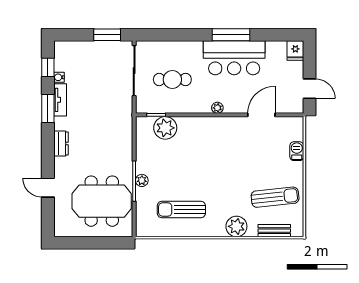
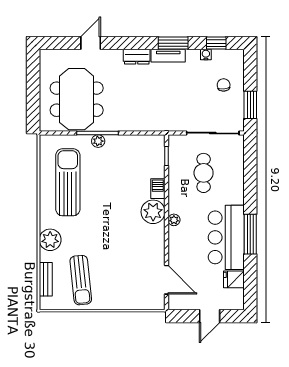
fridge: (295, 50) -> (234, 279), moved
chair: (88, 60) -> (224, 85), added
door: (310, 89) -> (210, 316), moved
tv unit: (60, 100) -> (168, 56), moved
door: (261, 115) -> (167, 280), moved
plant: (165, 128) -> (153, 212), moved
barbecue: (297, 151) -> (158, 189), moved, turned -90
sun lounger: (181, 210) -> (68, 182), width x1.36, depth x1.34

